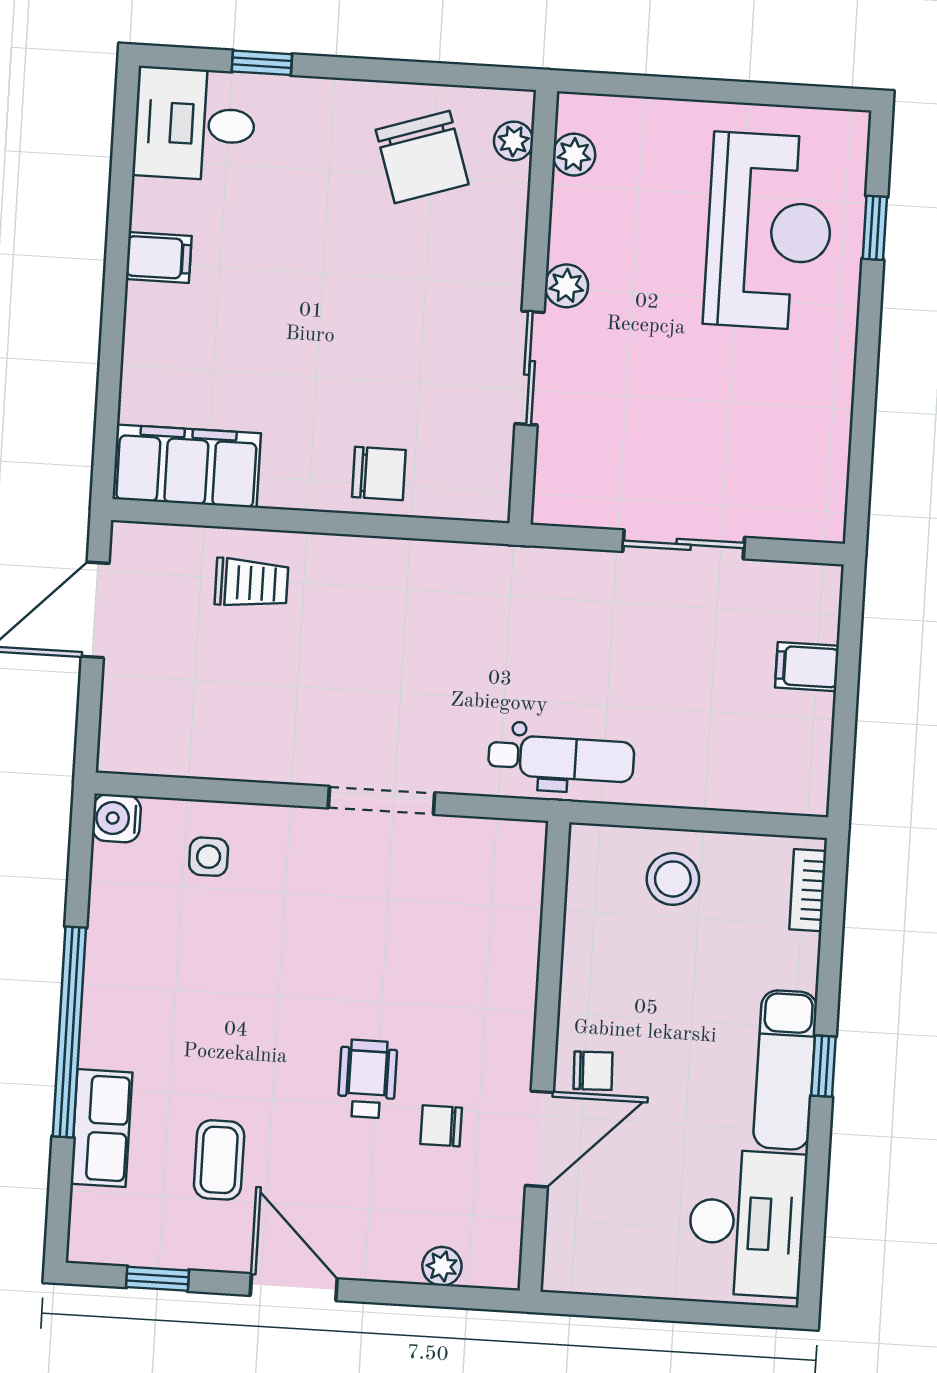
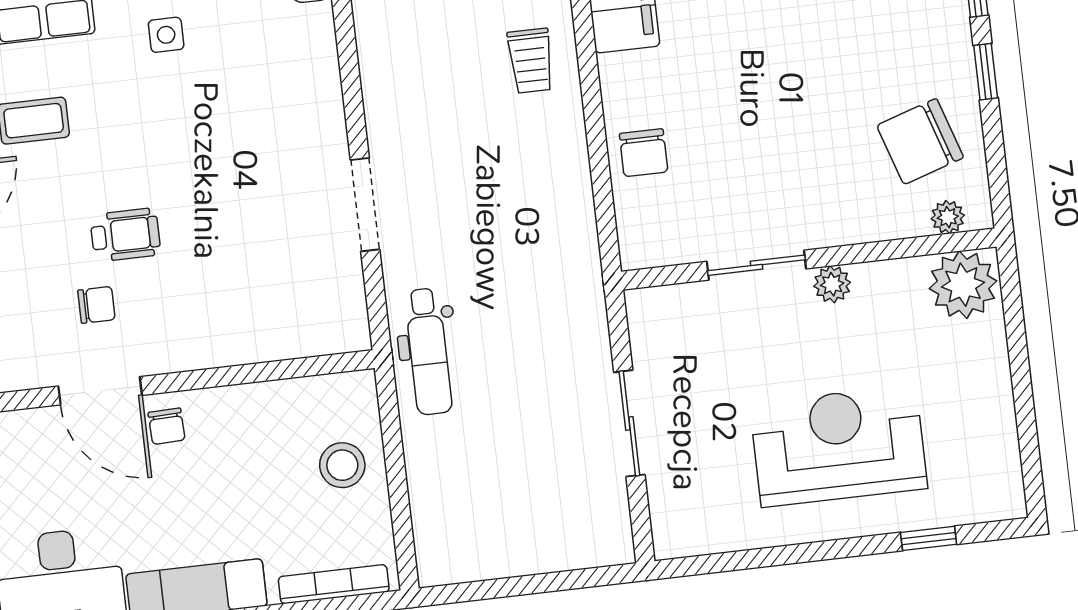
window: (356, 69) -> (986, 72), added
plant: (574, 155) -> (963, 285), width x1.87, depth x1.87
reception desk: (769, 231) -> (839, 446), moved, turned 180
filing cabinet: (807, 667) -> (544, 547), removed
side table: (209, 857) -> (166, 35), moved
bookcase: (808, 890) -> (334, 584), width x1.56
chair: (441, 1126) -> (96, 305), turned 90

